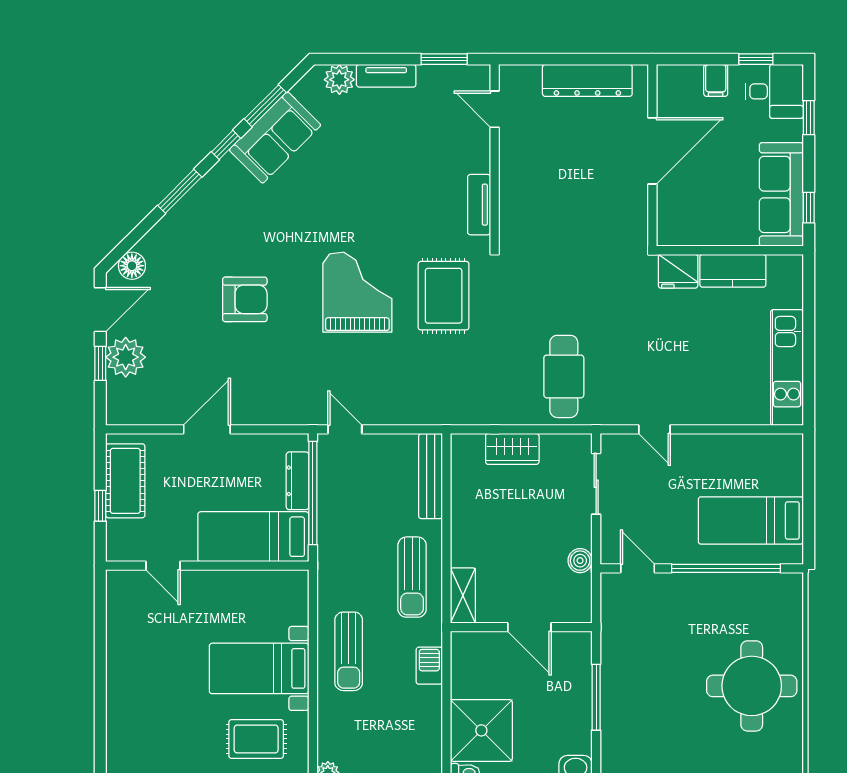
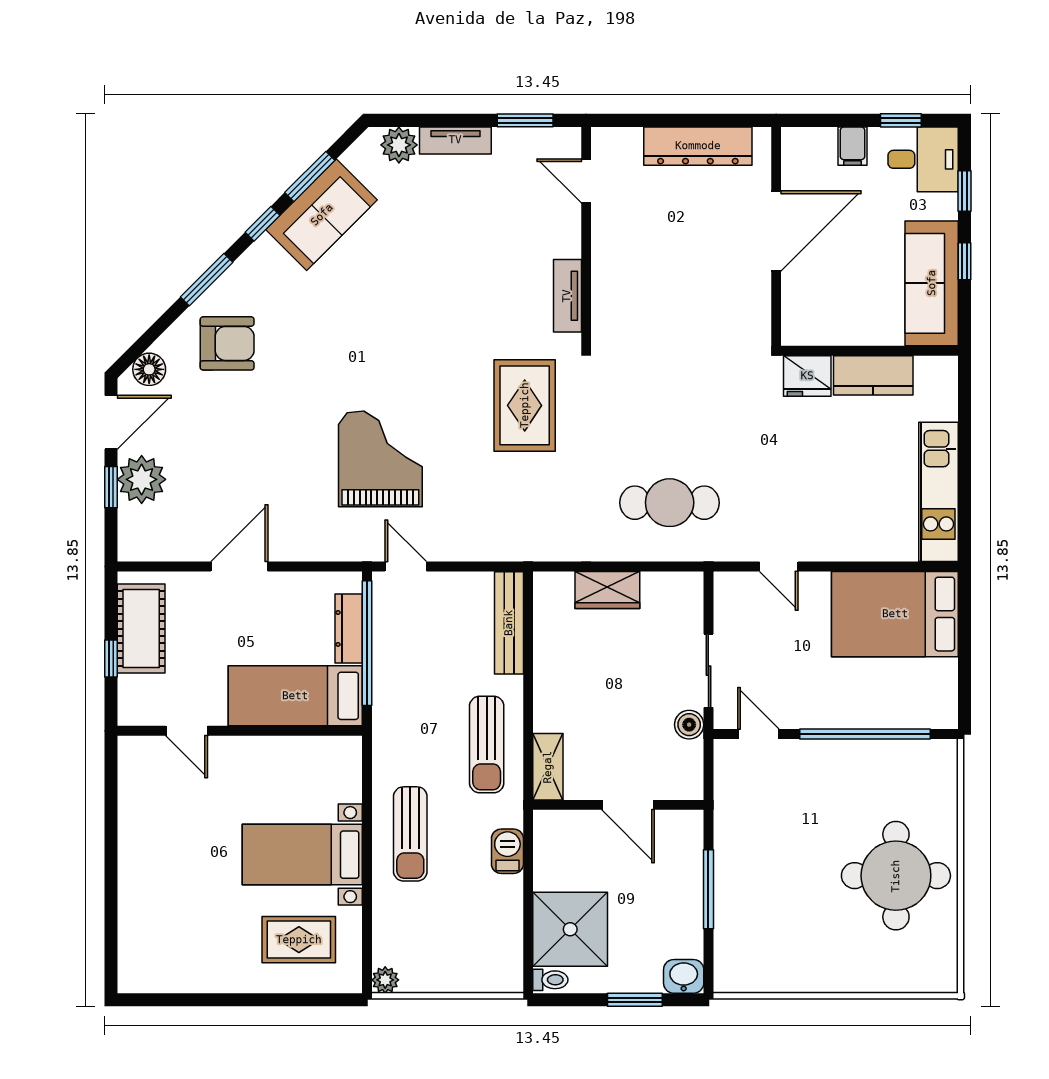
window: (809, 208) -> (965, 261), moved
grand piano: (357, 292) -> (380, 459), moved
armchair: (245, 299) -> (227, 343), moved
cafe table: (564, 376) -> (670, 503), turned 90
sliding door: (596, 484) -> (708, 671), moved
bed: (751, 520) -> (895, 614), moved, width x1.50

